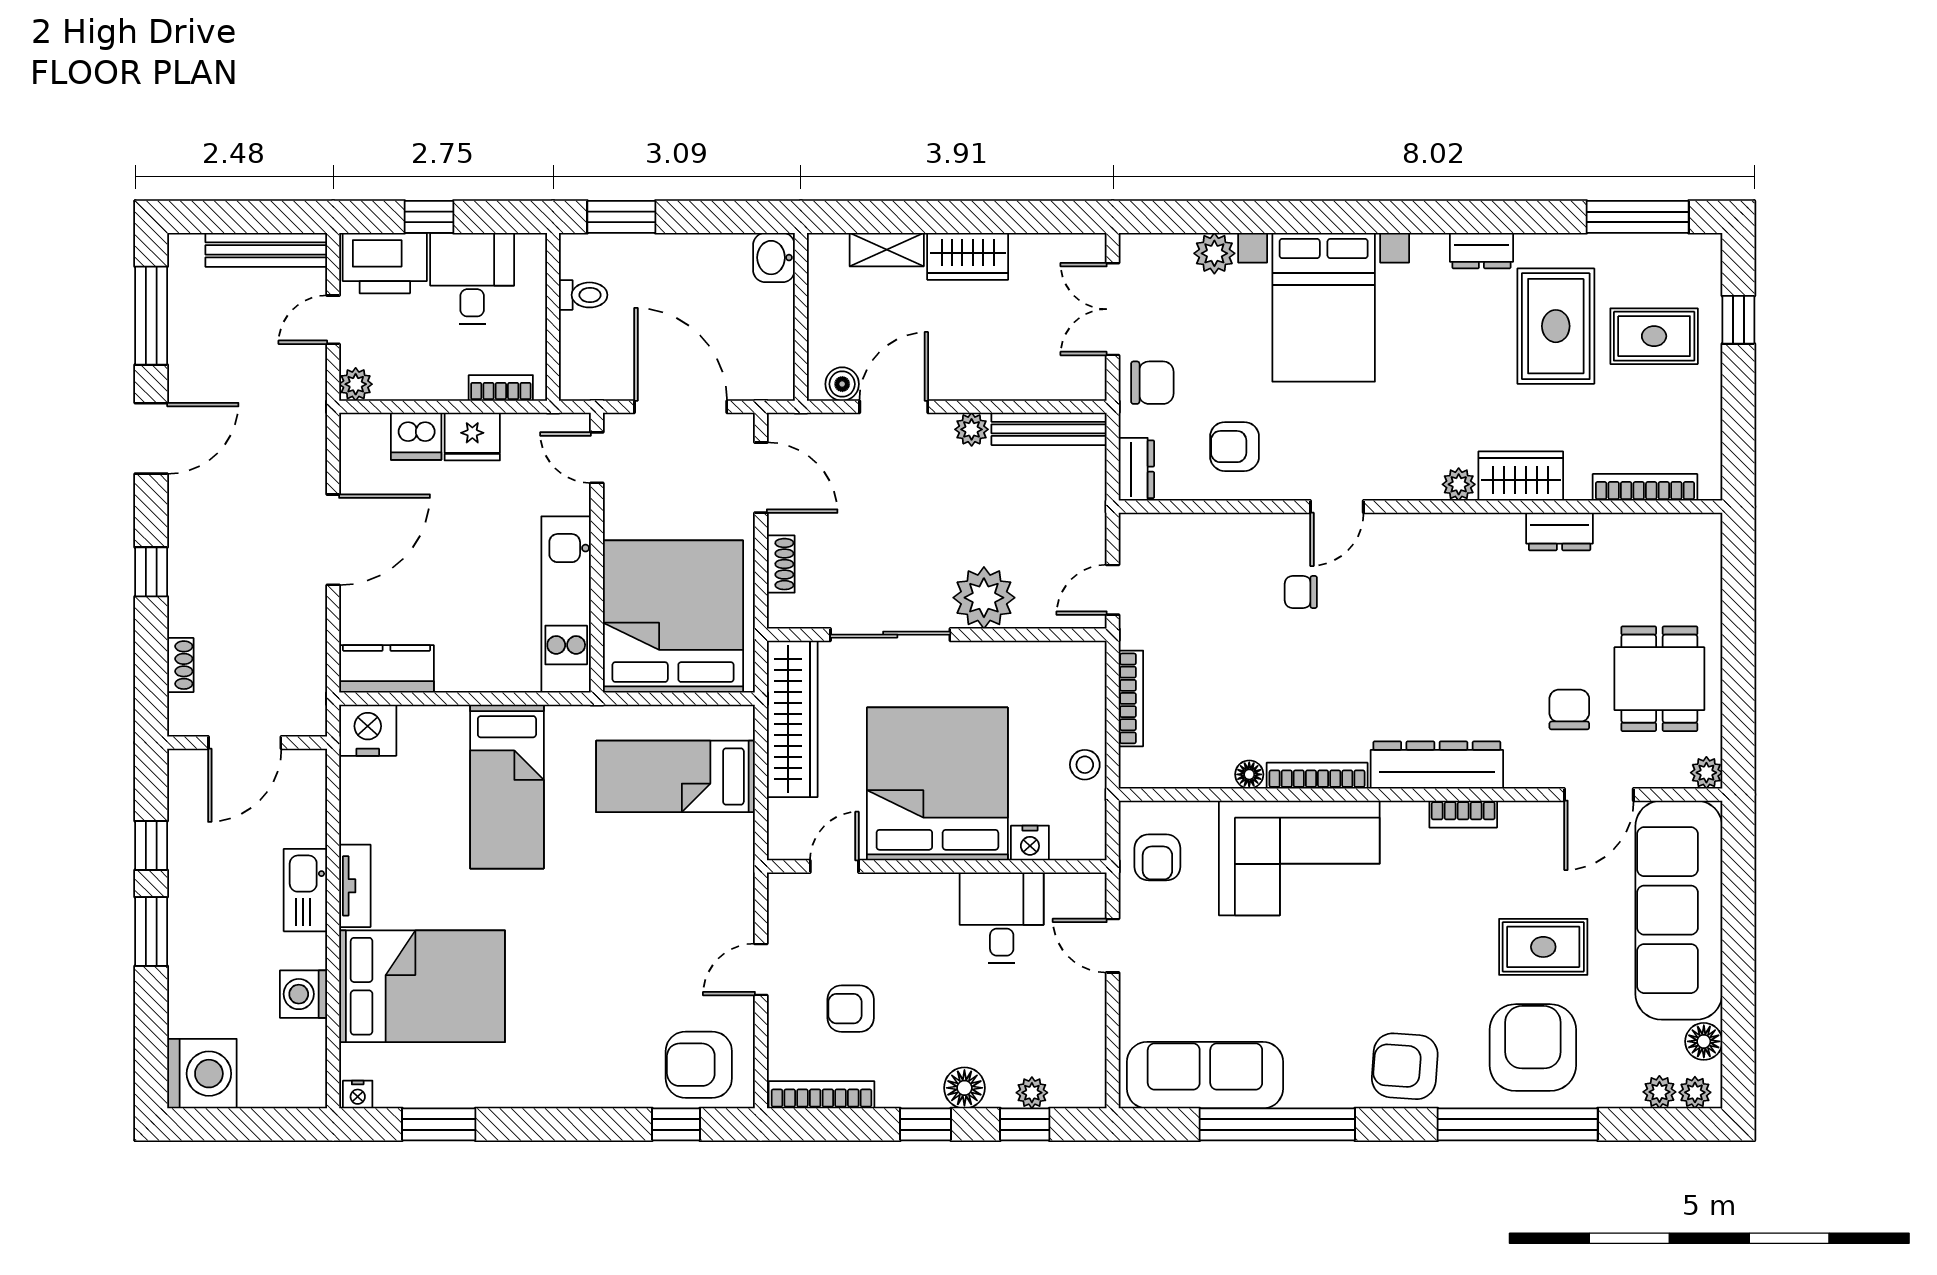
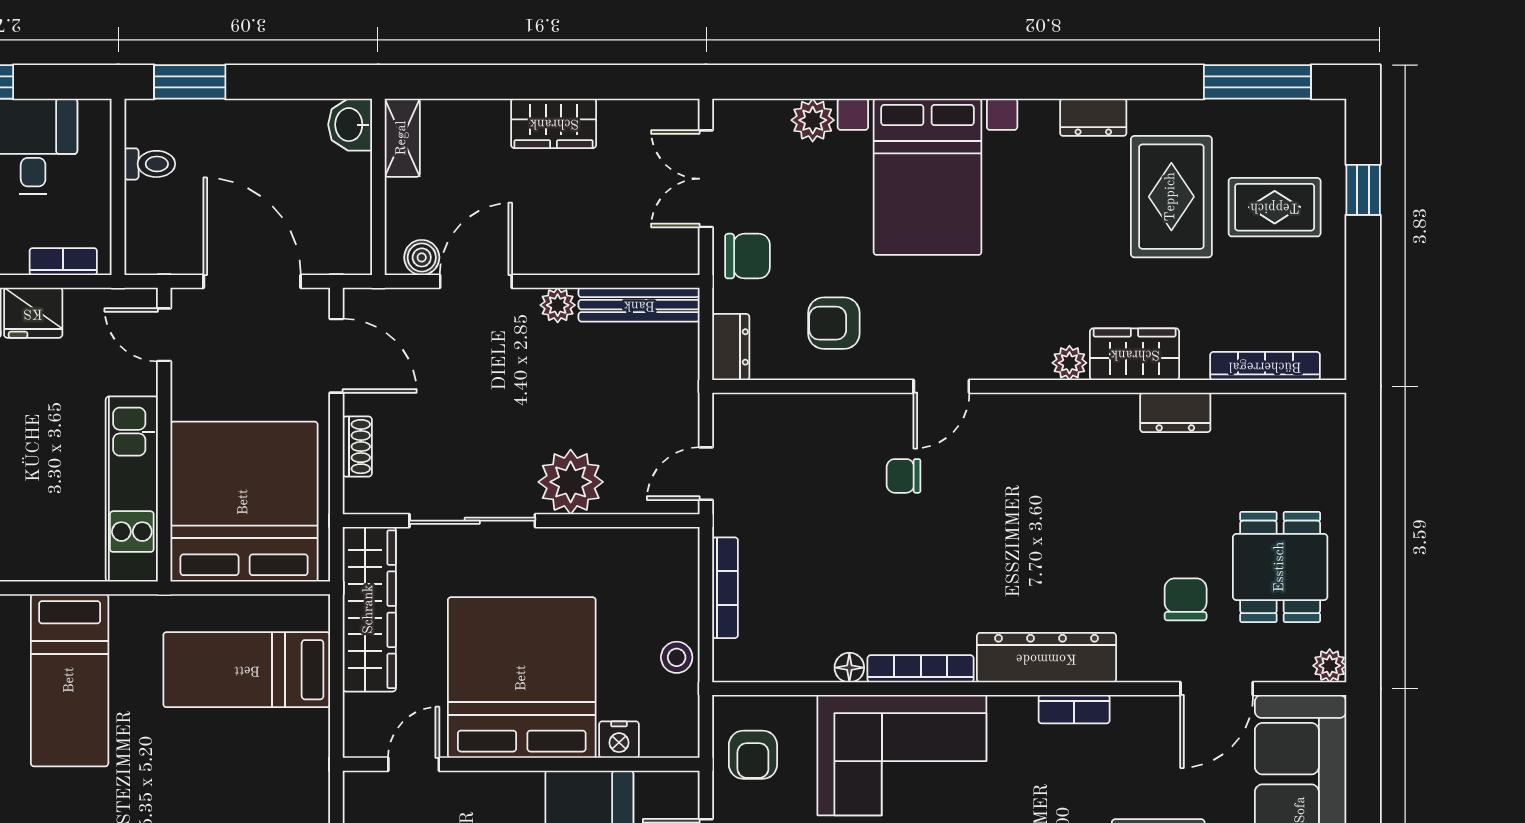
shelving: (887, 250) -> (402, 138), moved, turned 90

